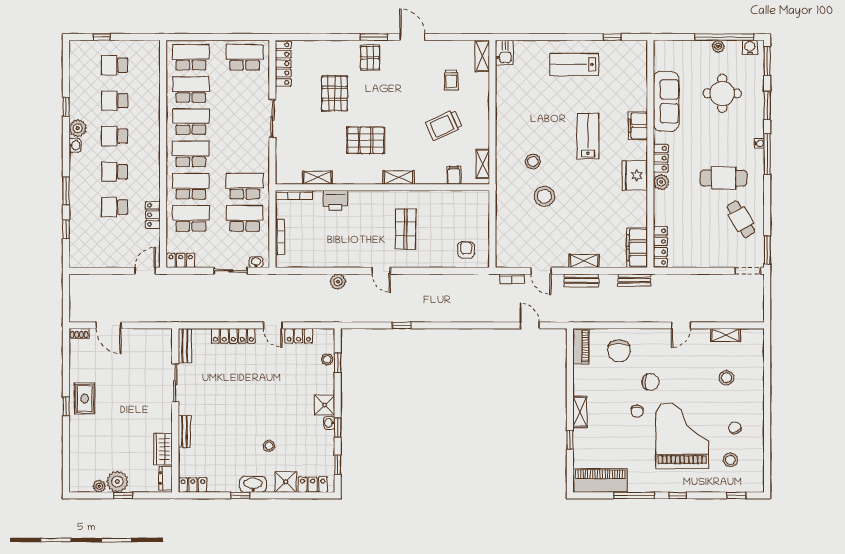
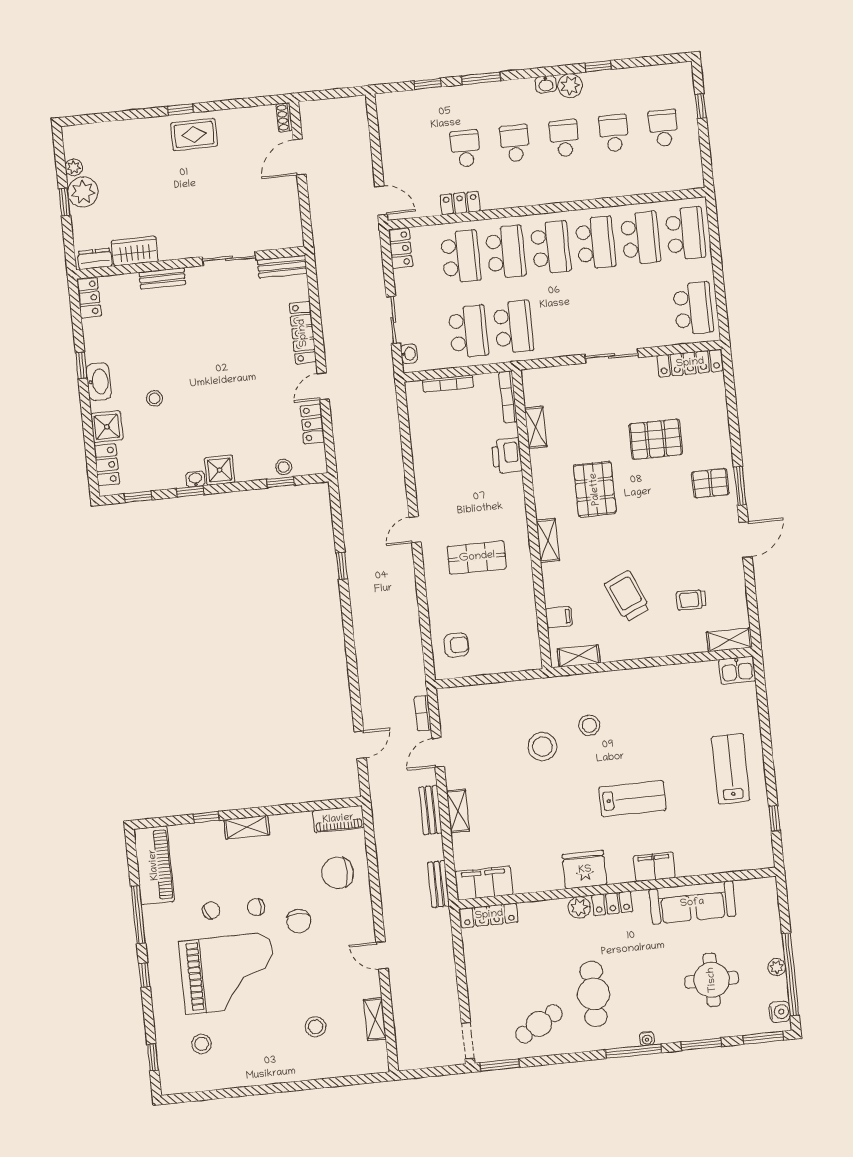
plant: (338, 282) -> (394, 471), removed
chair: (735, 428) -> (211, 910), moved

